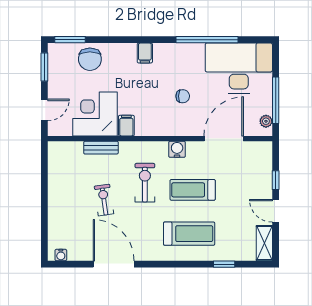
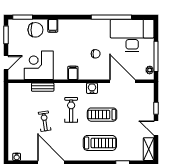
filing cabinet: (145, 53) -> (53, 26), moved
chair: (90, 59) -> (35, 30), turned -90
filing cabinet: (126, 126) -> (73, 73), moved
door: (224, 139) -> (122, 81), hinge flipped

